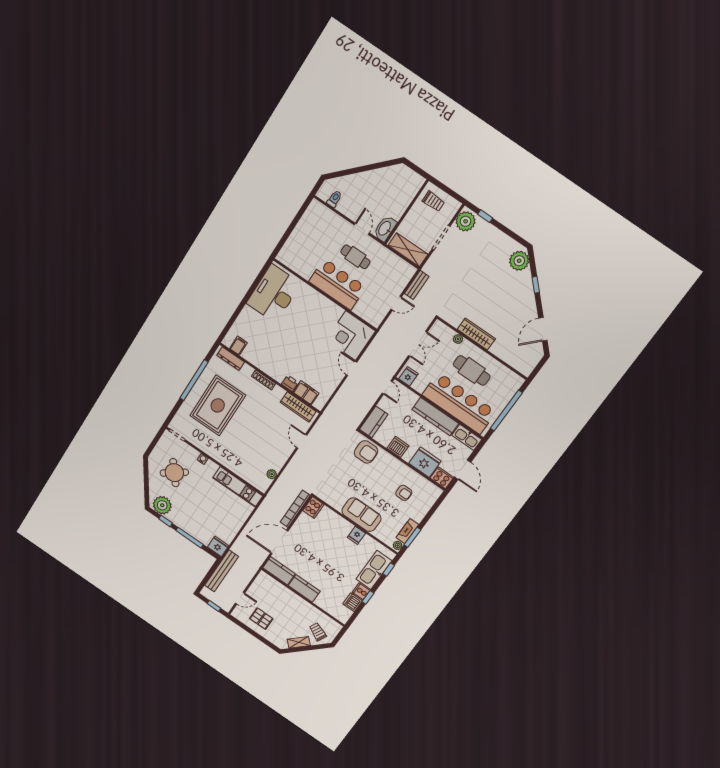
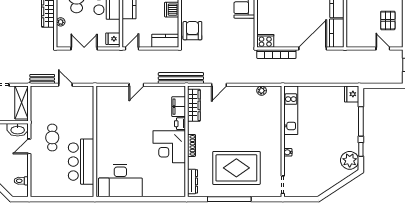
bar counter: (337, 284) -> (81, 162), moved
corner desk: (351, 336) -> (169, 147), moved, turned 90
filing cabinet: (238, 346) -> (178, 182), removed
round table: (174, 473) -> (315, 168), removed
door: (279, 542) -> (313, 49), swing flipped
bench: (222, 571) -> (181, 78), moved

